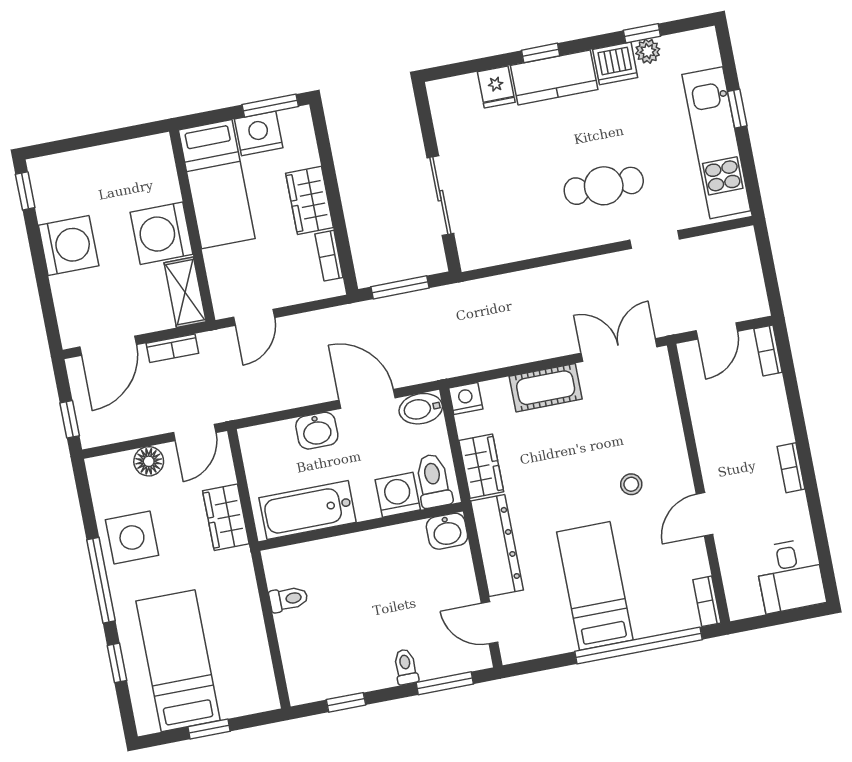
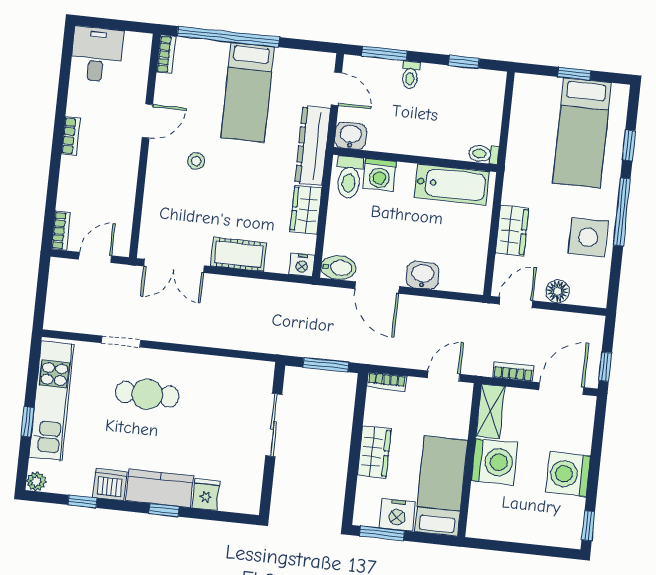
plant: (648, 51) -> (36, 481), moved
bookcase: (329, 256) -> (387, 381), moved, turned 90
window: (70, 419) -> (605, 367), moved
toilet: (433, 481) -> (349, 177), moved
washing machine: (398, 495) -> (380, 175), moved
bathtub: (308, 510) -> (452, 184), moved
wall: (361, 526) -> (415, 160), moved
washbasin: (447, 531) -> (351, 136), moved

